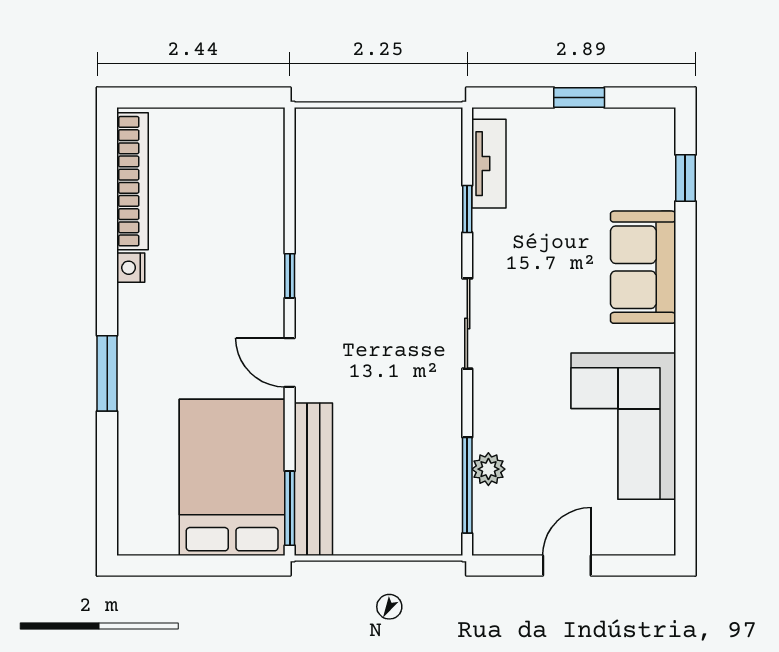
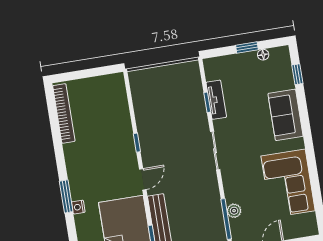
floor lamp: (614, 120) -> (263, 55), added
tv unit: (489, 164) -> (216, 100), moved
nightstand: (131, 268) -> (78, 207), moved
door: (290, 363) -> (143, 179), swing flipped

